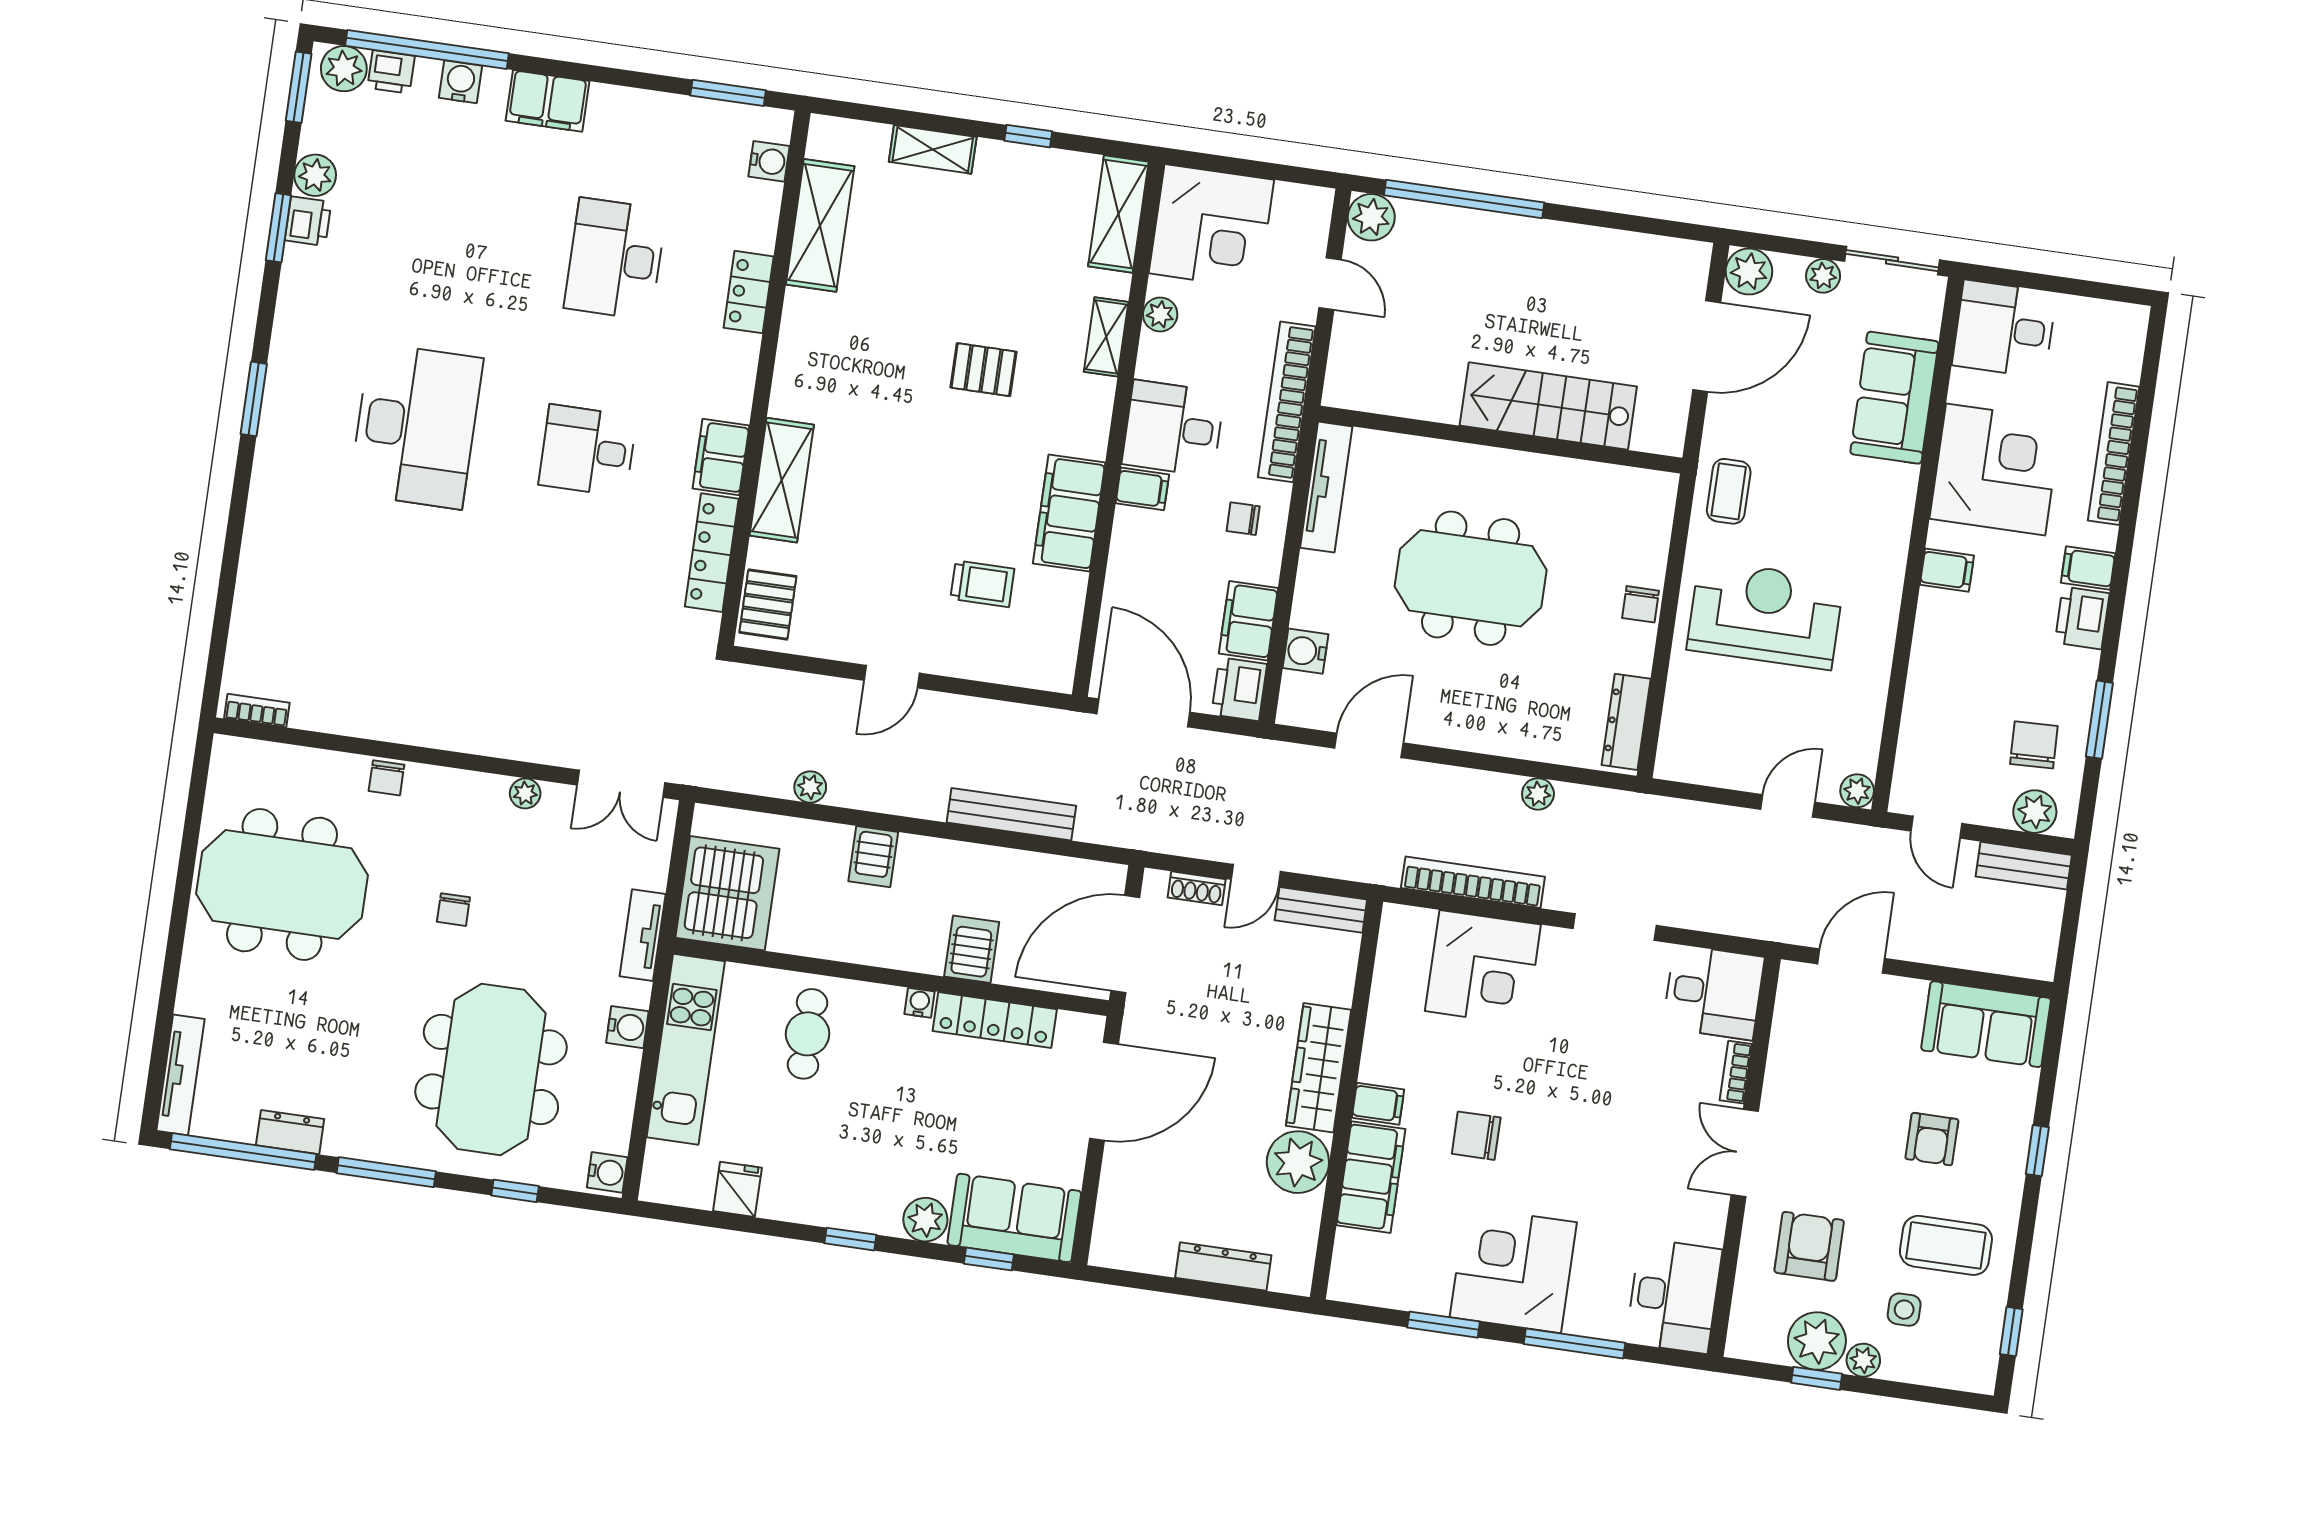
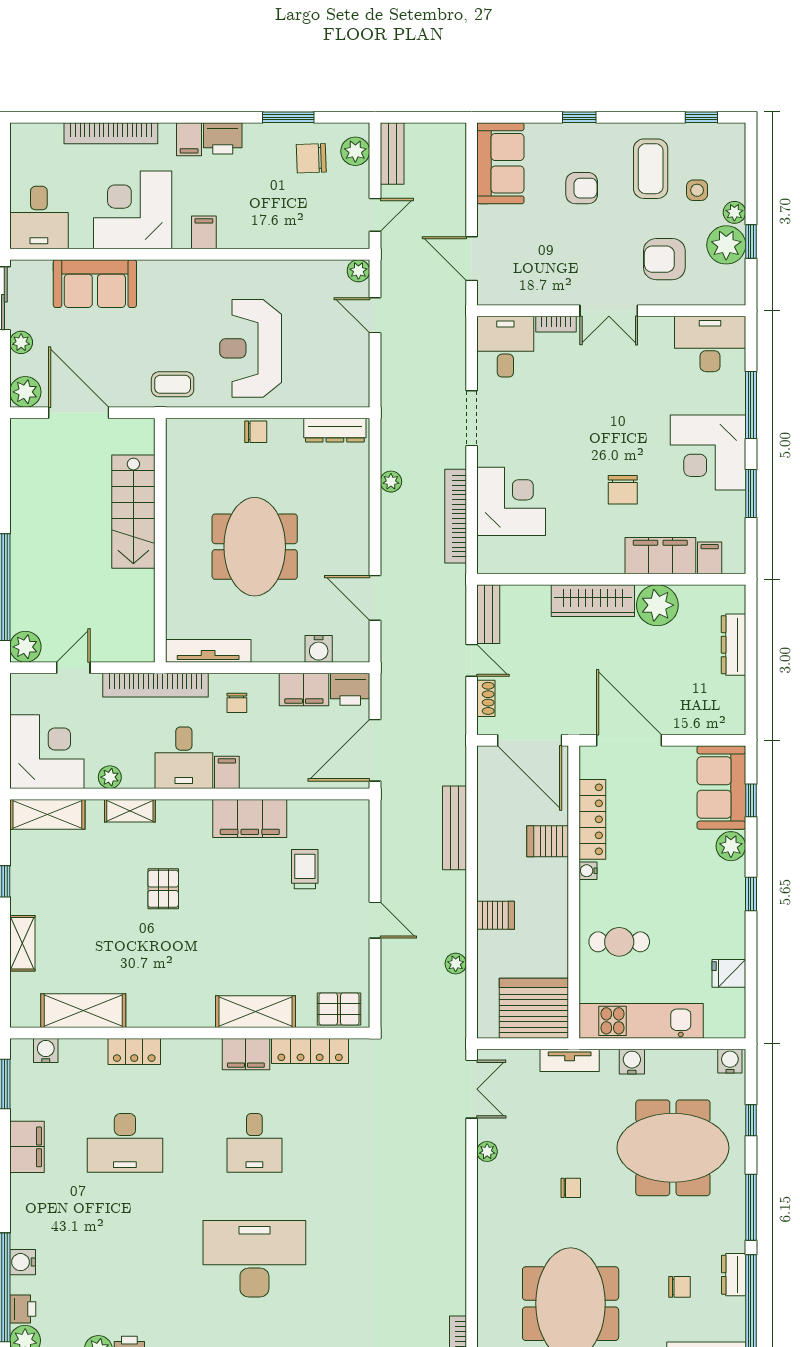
filing cabinet: (548, 101) -> (27, 1147), moved
chair: (386, 778) -> (679, 1287), moved
filing cabinet: (1378, 1104) -> (710, 558), moved

